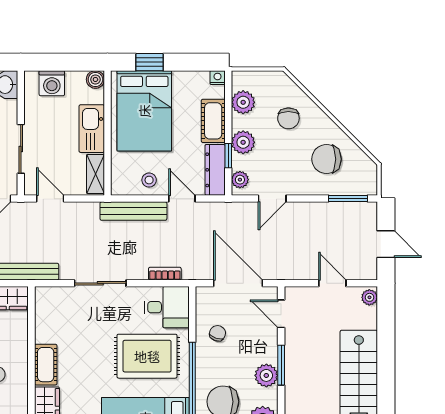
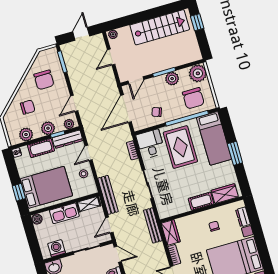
washing machine: (52, 83) -> (57, 248), moved, turned -90
door: (272, 199) -> (74, 103), swing flipped
bench: (133, 211) -> (108, 195), moved

